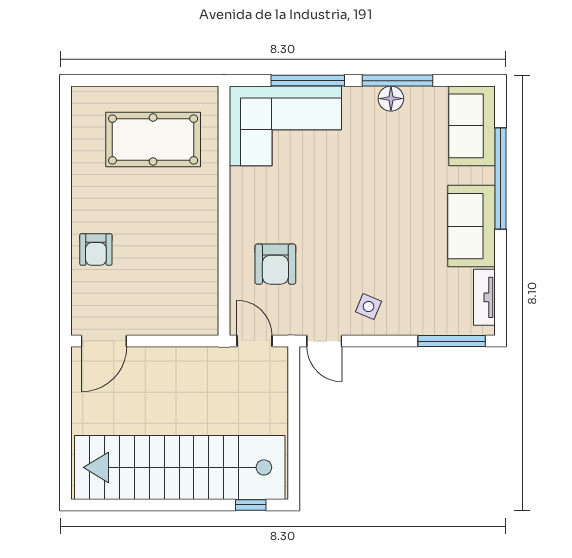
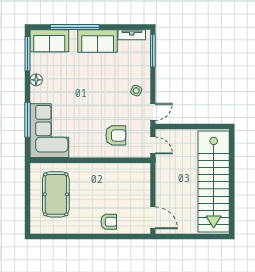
window: (398, 81) -> (27, 54), moved
door: (254, 341) -> (153, 145), swing flipped
window: (251, 505) -> (232, 147), removed

